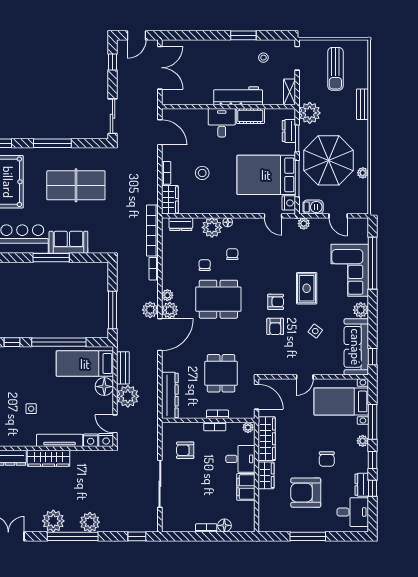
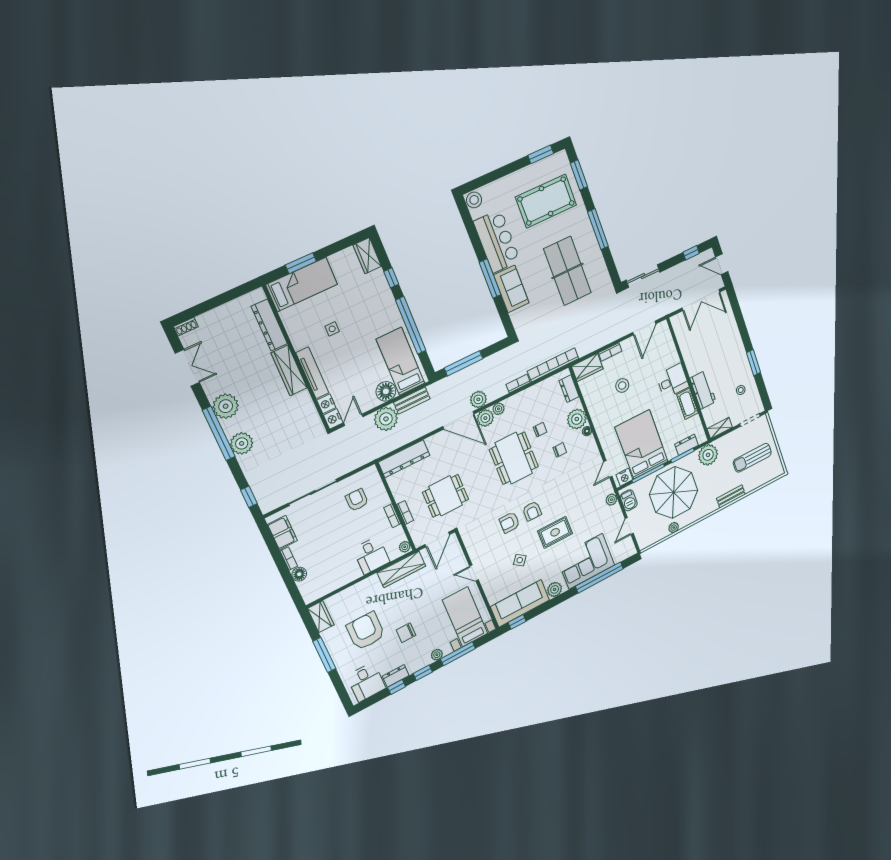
workbench: (238, 96) -> (703, 390), width x0.73
wardrobe: (266, 475) -> (321, 617), moved, turned -90
filing cabinet: (246, 487) -> (282, 533), moved, turned 90

